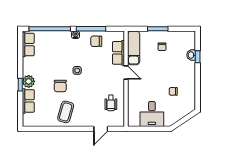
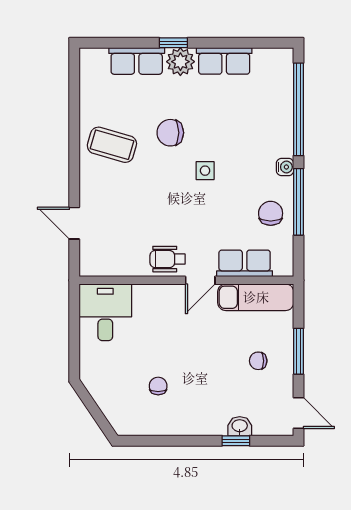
door: (185, 29) -> (298, 413), added
row of seats: (28, 45) -> (224, 61), moved
wheelchair: (111, 103) -> (168, 259), moved
desk: (152, 114) -> (105, 312), moved, turned 90

